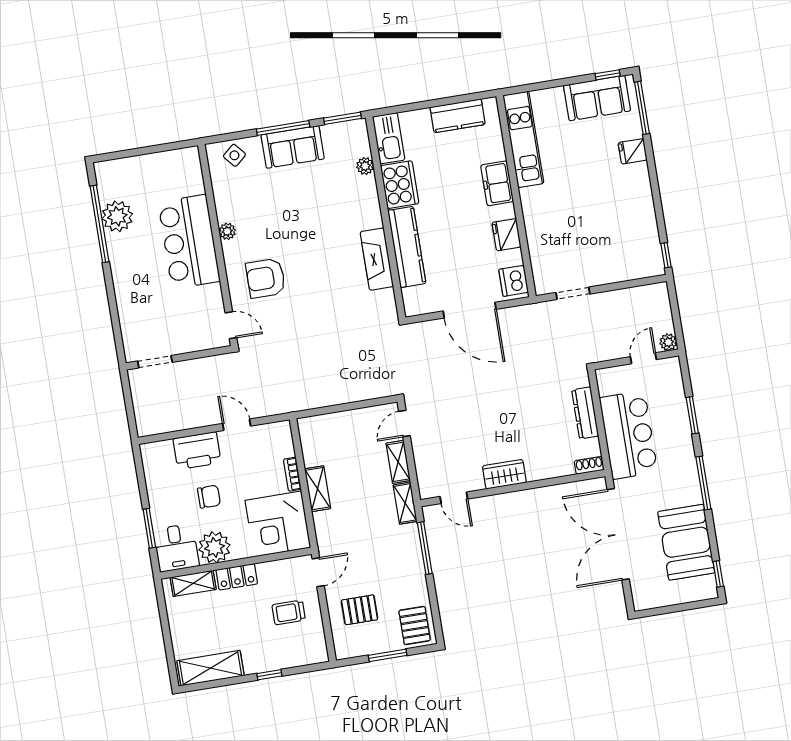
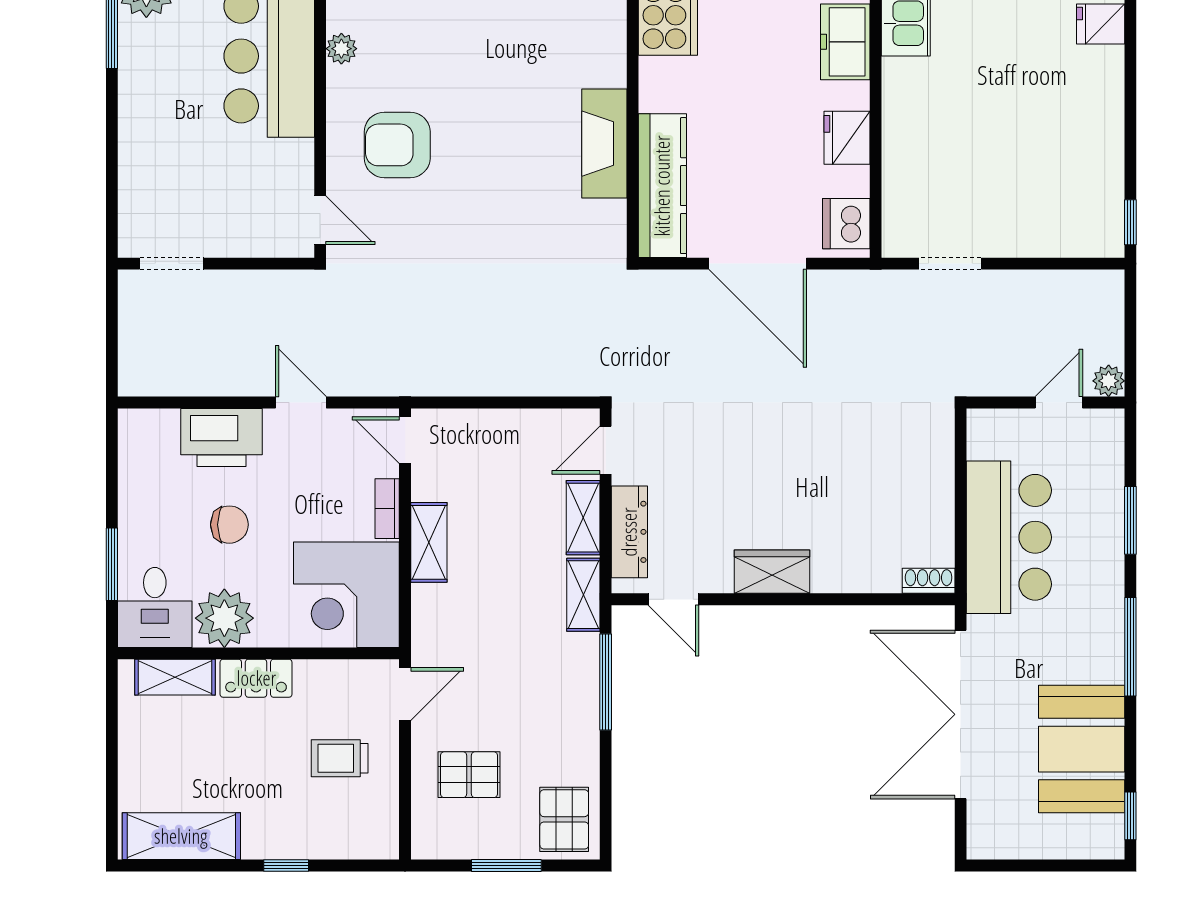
kitchen counter: (407, 247) -> (662, 186), moved
dresser: (585, 413) -> (629, 532), moved, turned 180
door: (296, 436) -> (405, 440), added

